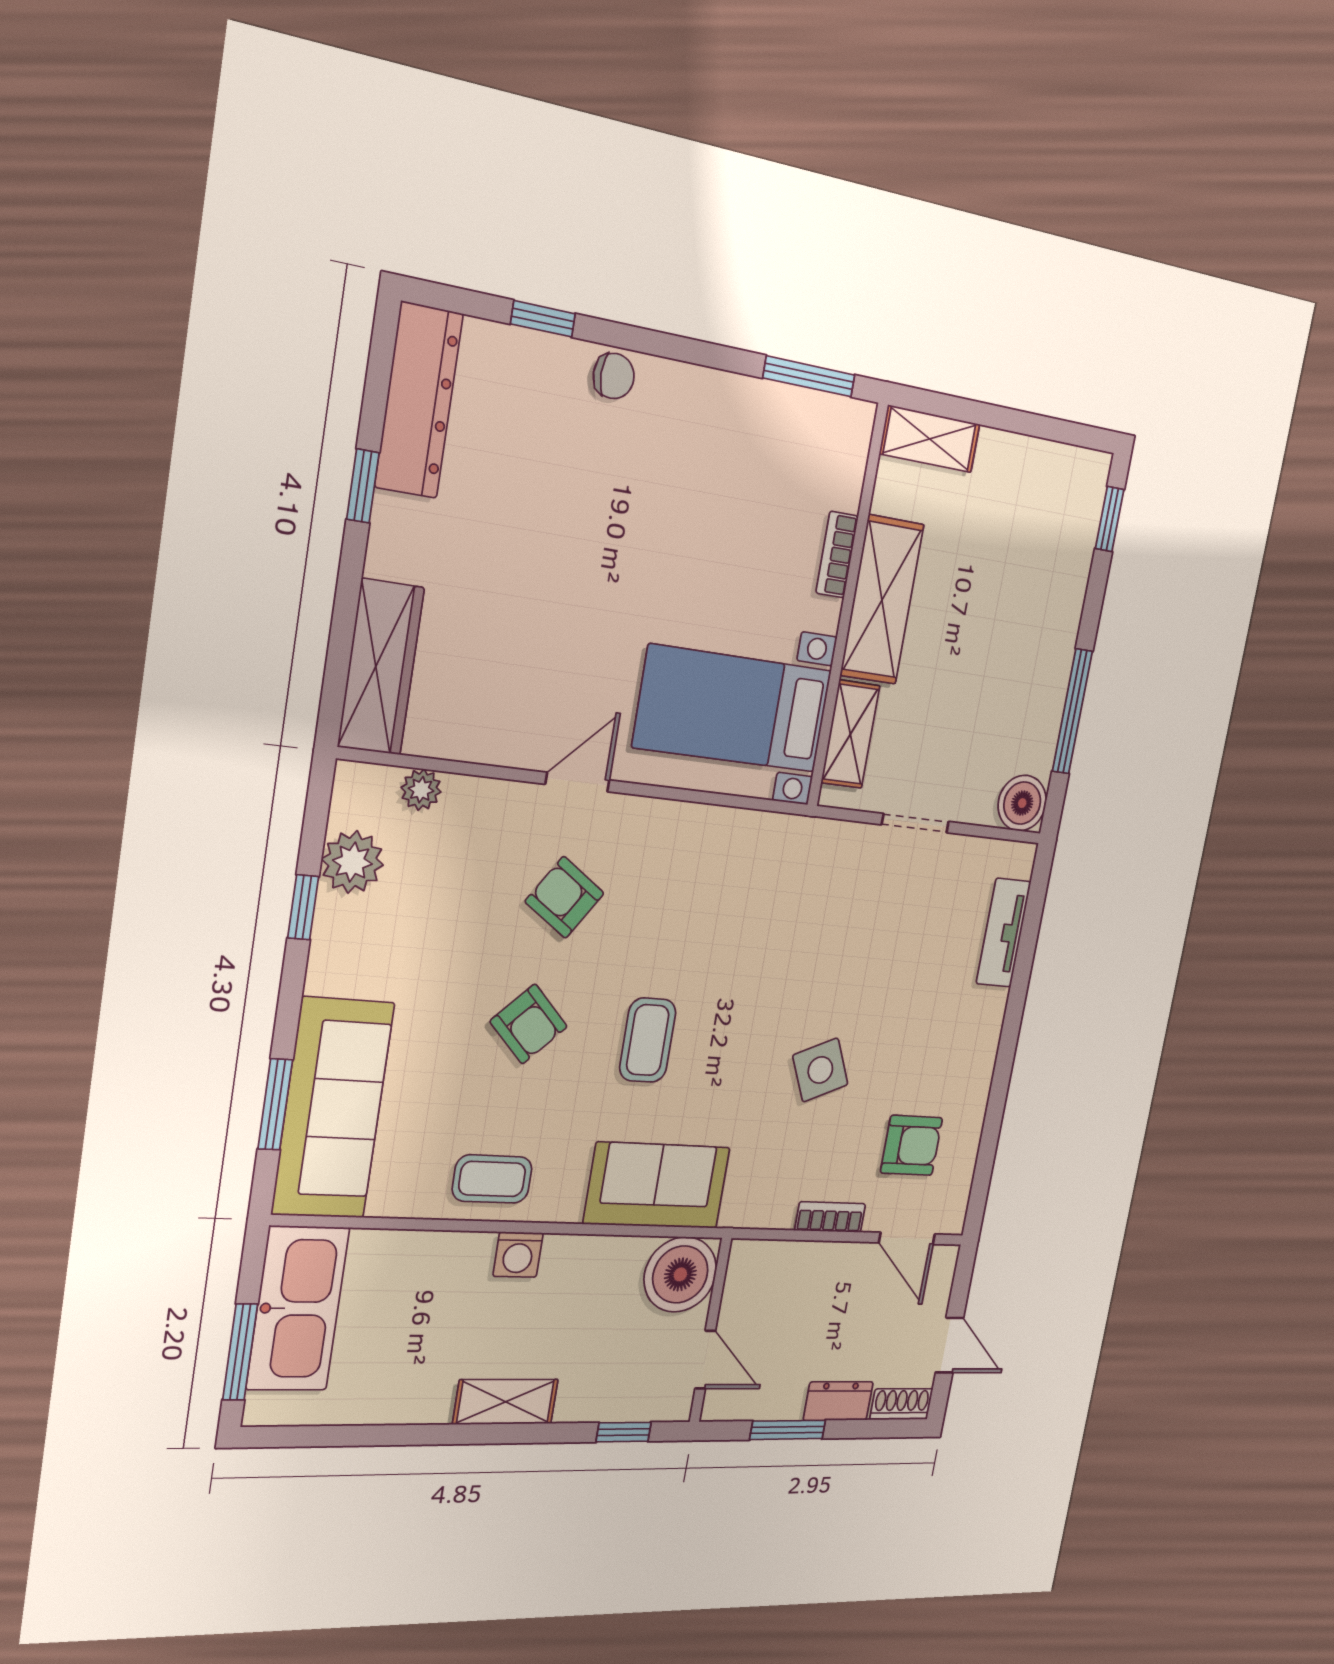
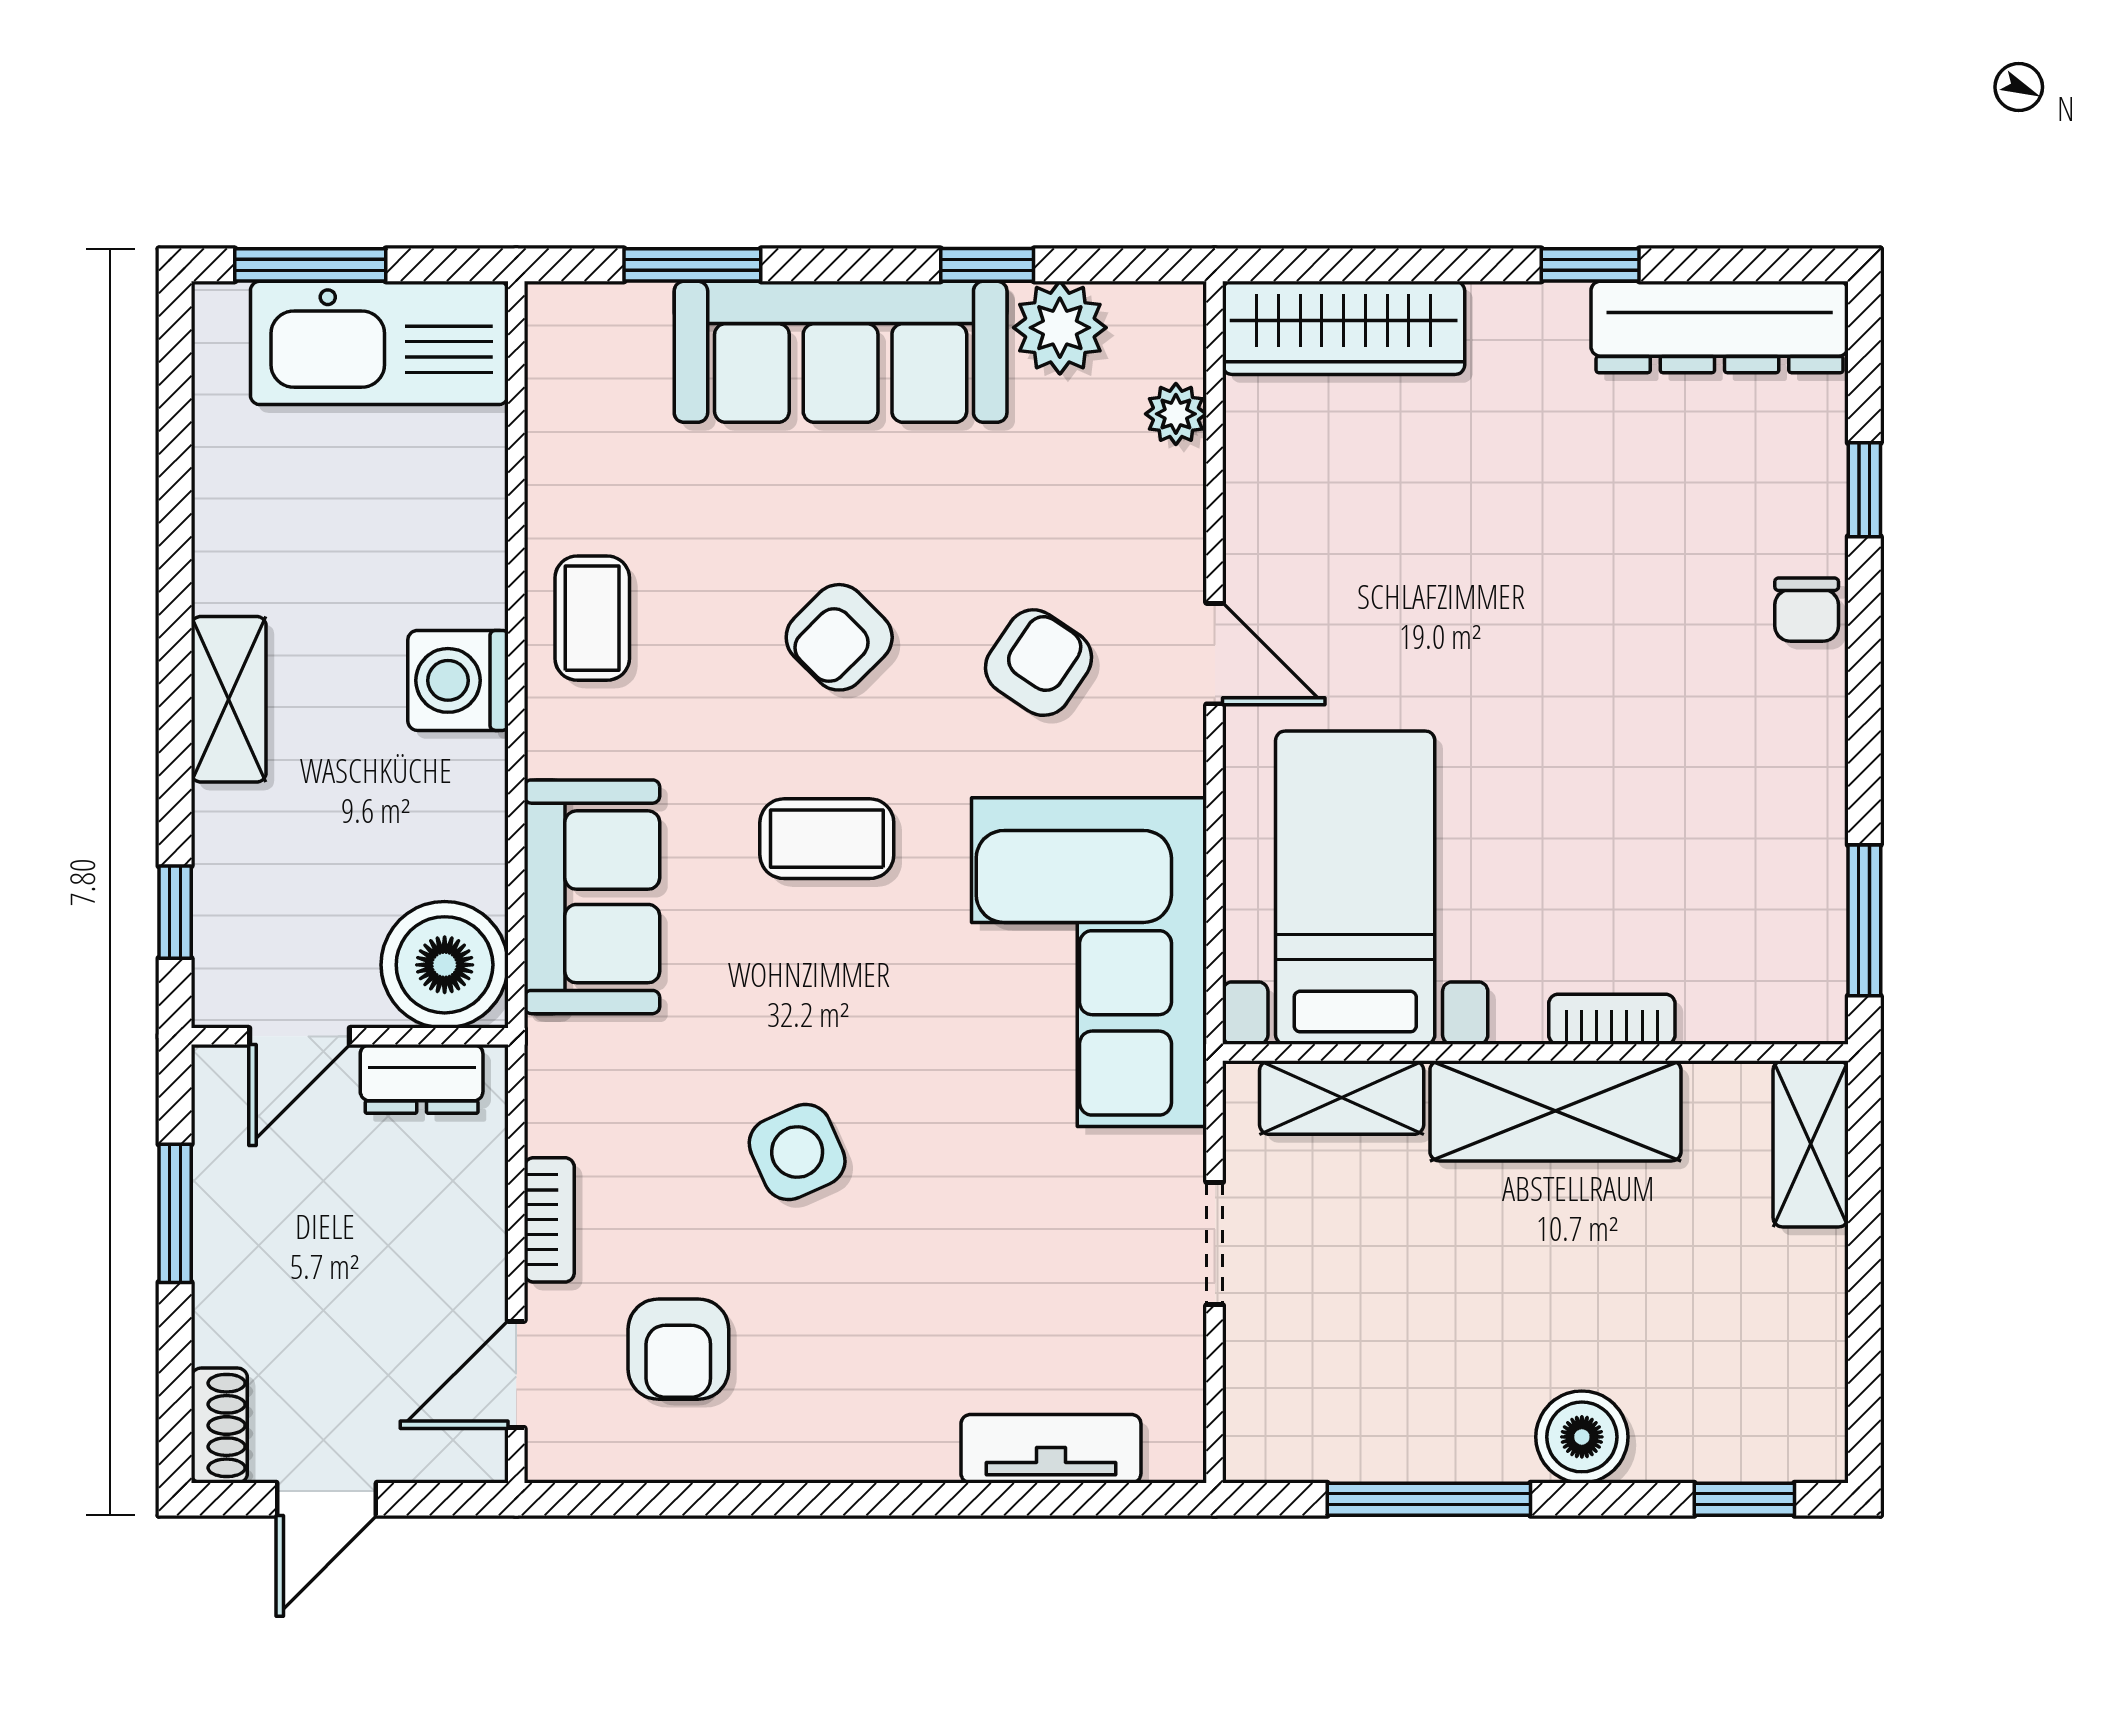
boiler: (1022, 803) -> (1582, 1437), moved
corner sofa: (747, 883) -> (1089, 962), added
sofa: (333, 1109) -> (841, 352), moved
washing machine: (518, 1255) -> (458, 680), width x1.38, depth x1.38
dresser: (838, 1401) -> (422, 1079), moved, turned 90

